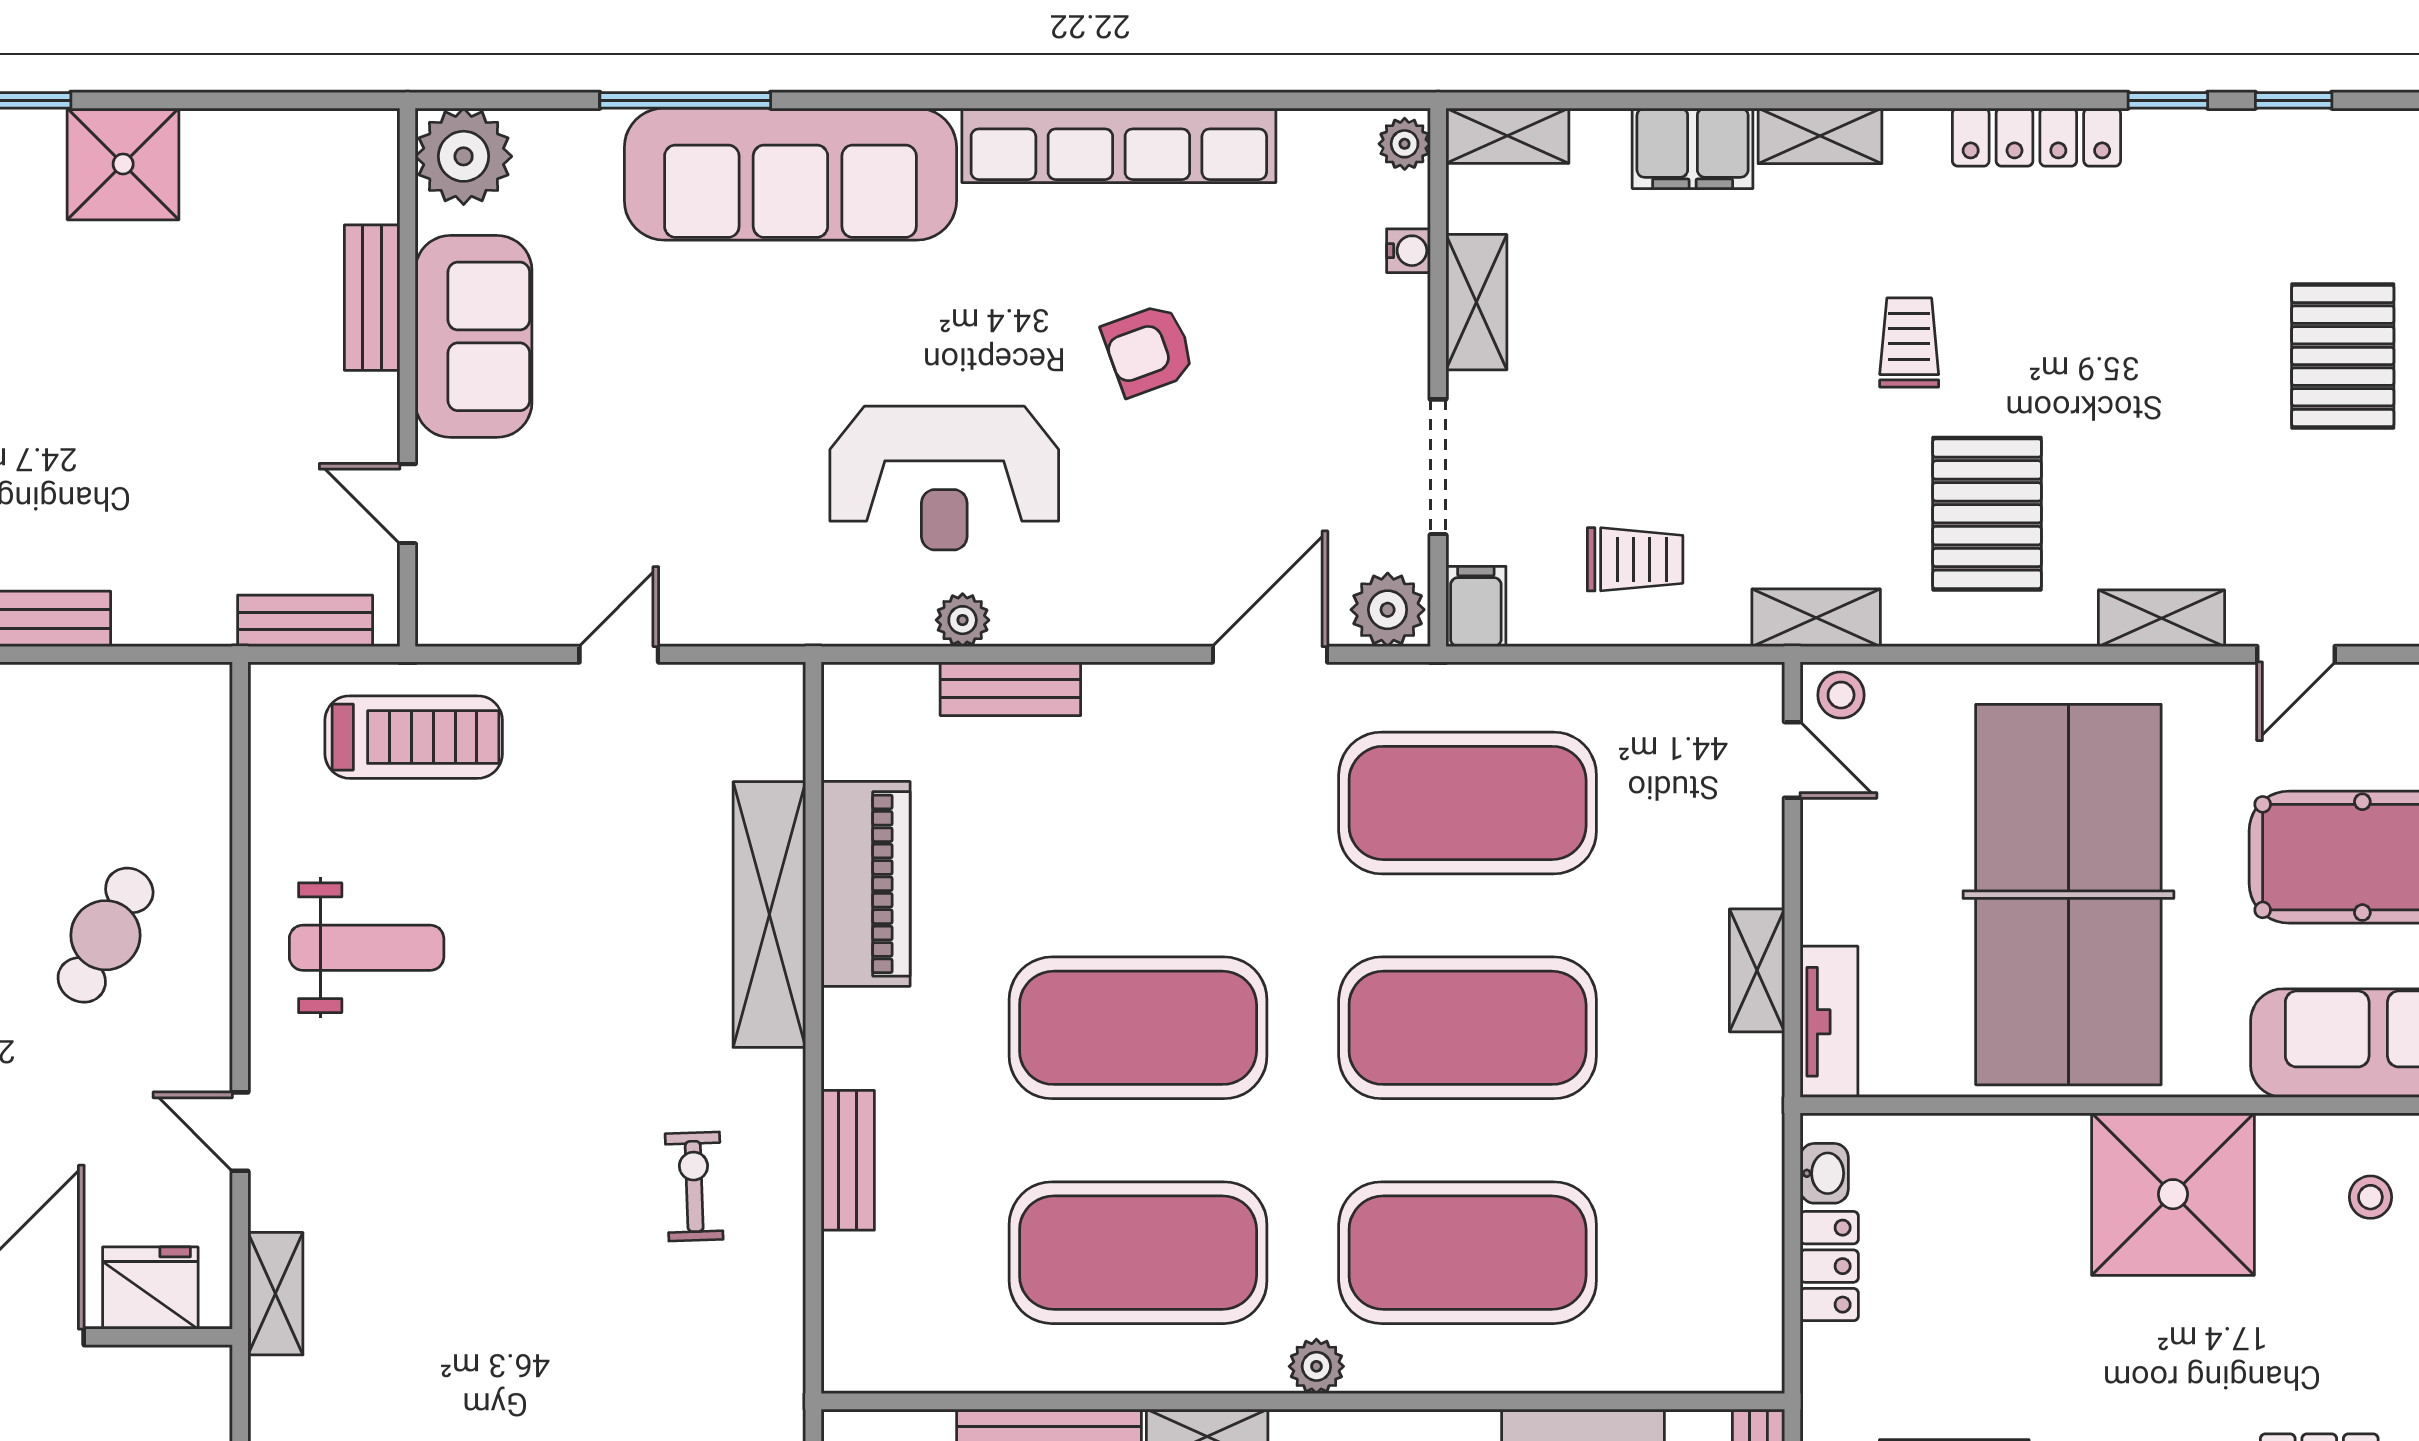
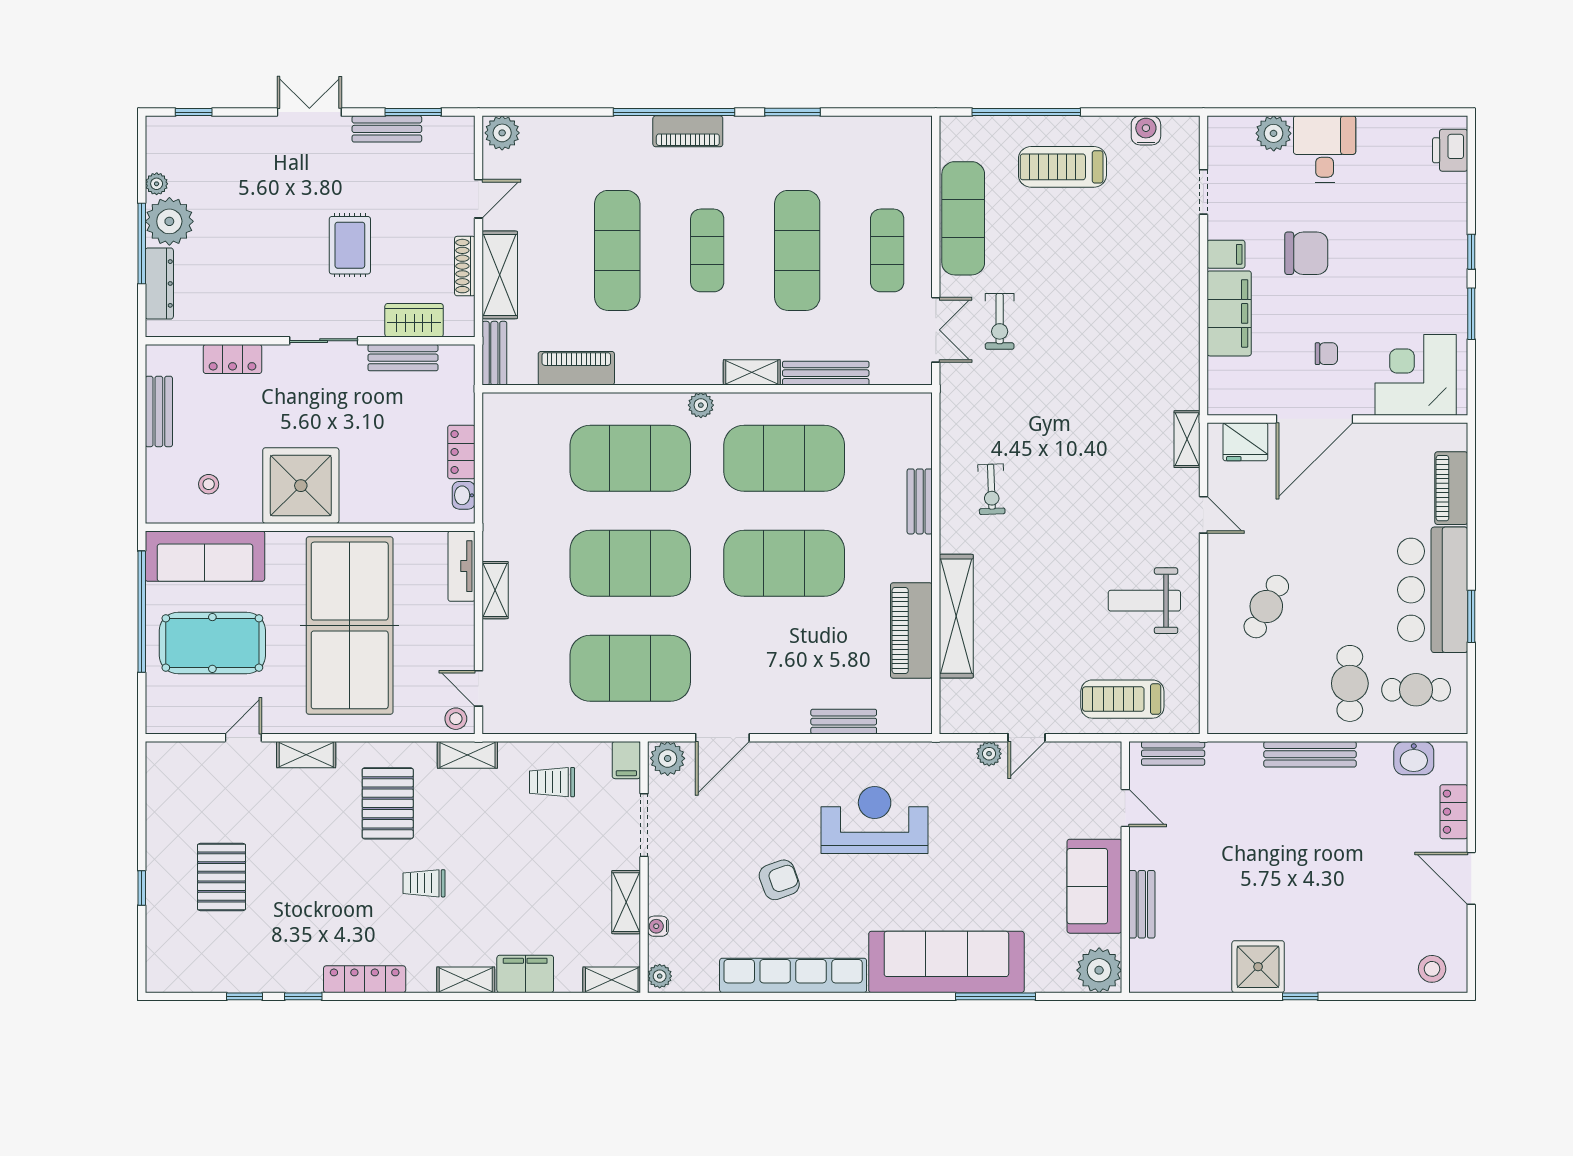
trolley: (1909, 343) -> (424, 883), turned 90
plant: (963, 620) -> (989, 754), moved

